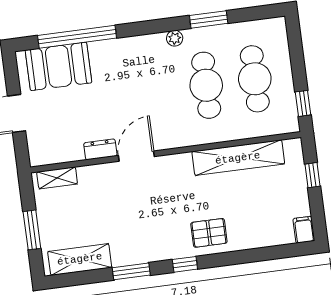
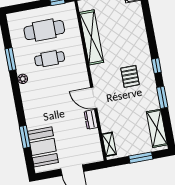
window: (77, 37) -> (25, 137), width x0.47
cafe table: (206, 85) -> (50, 59), width x0.73, depth x0.74
pallet: (209, 233) -> (130, 76), moved

